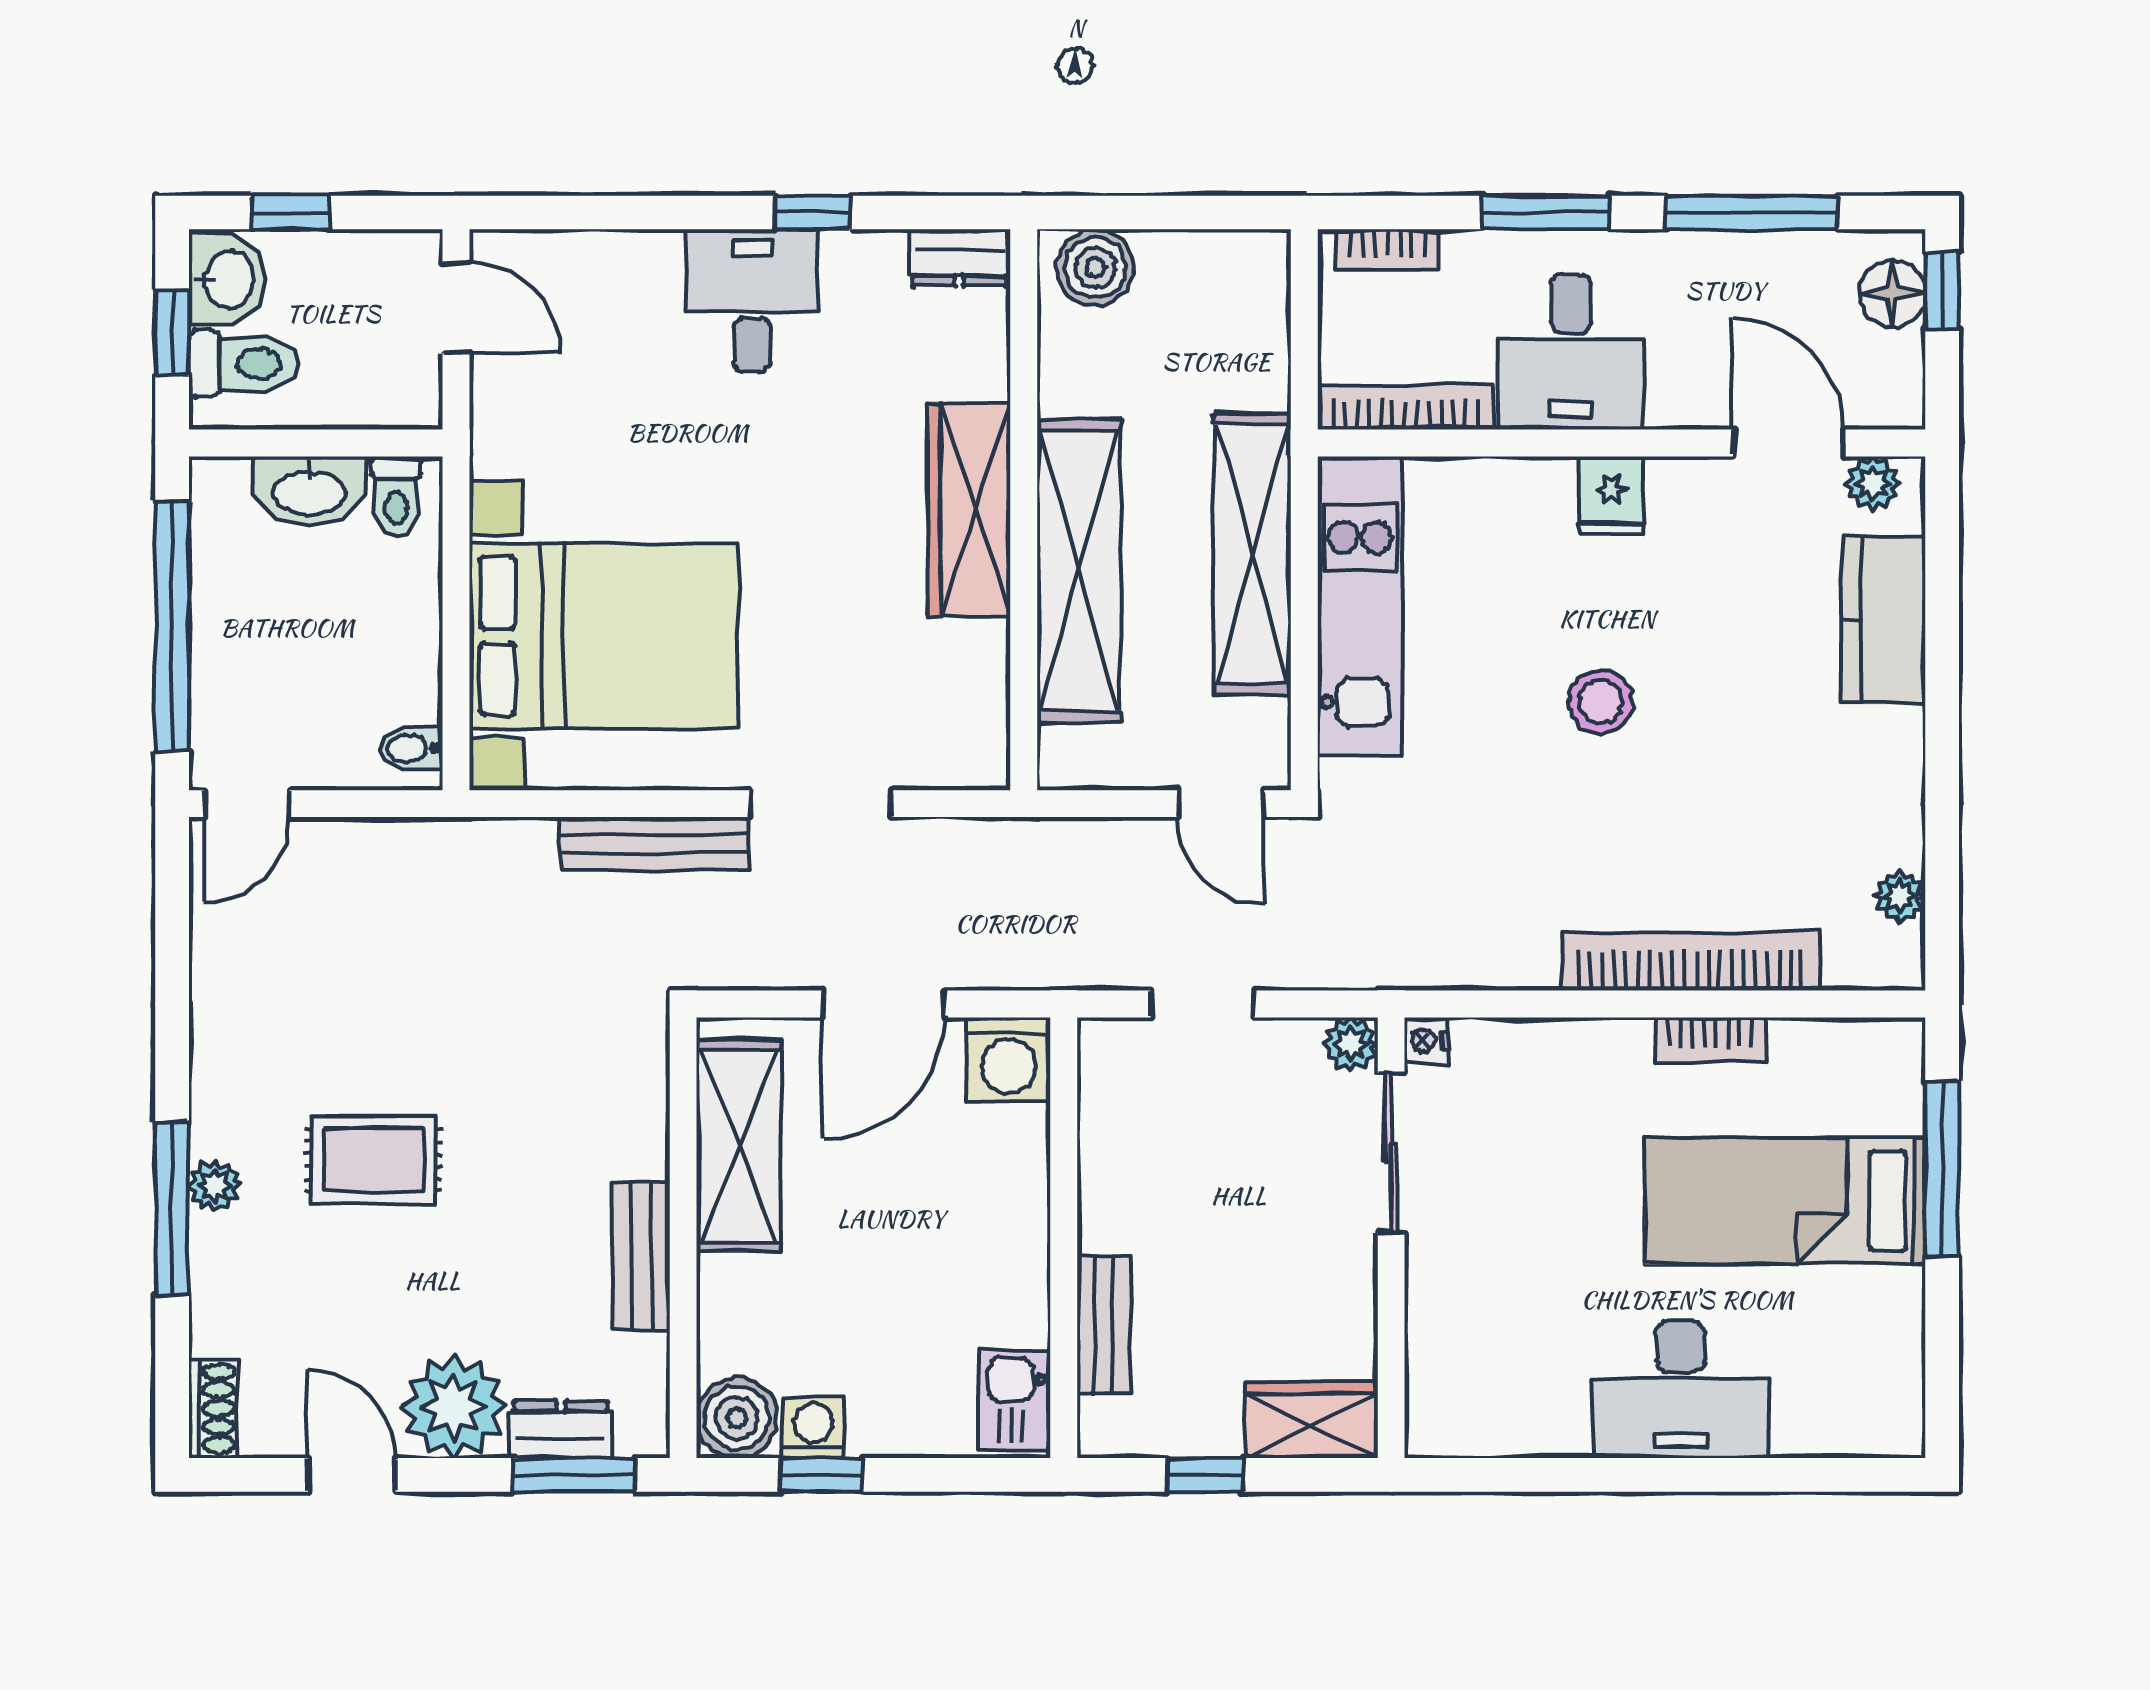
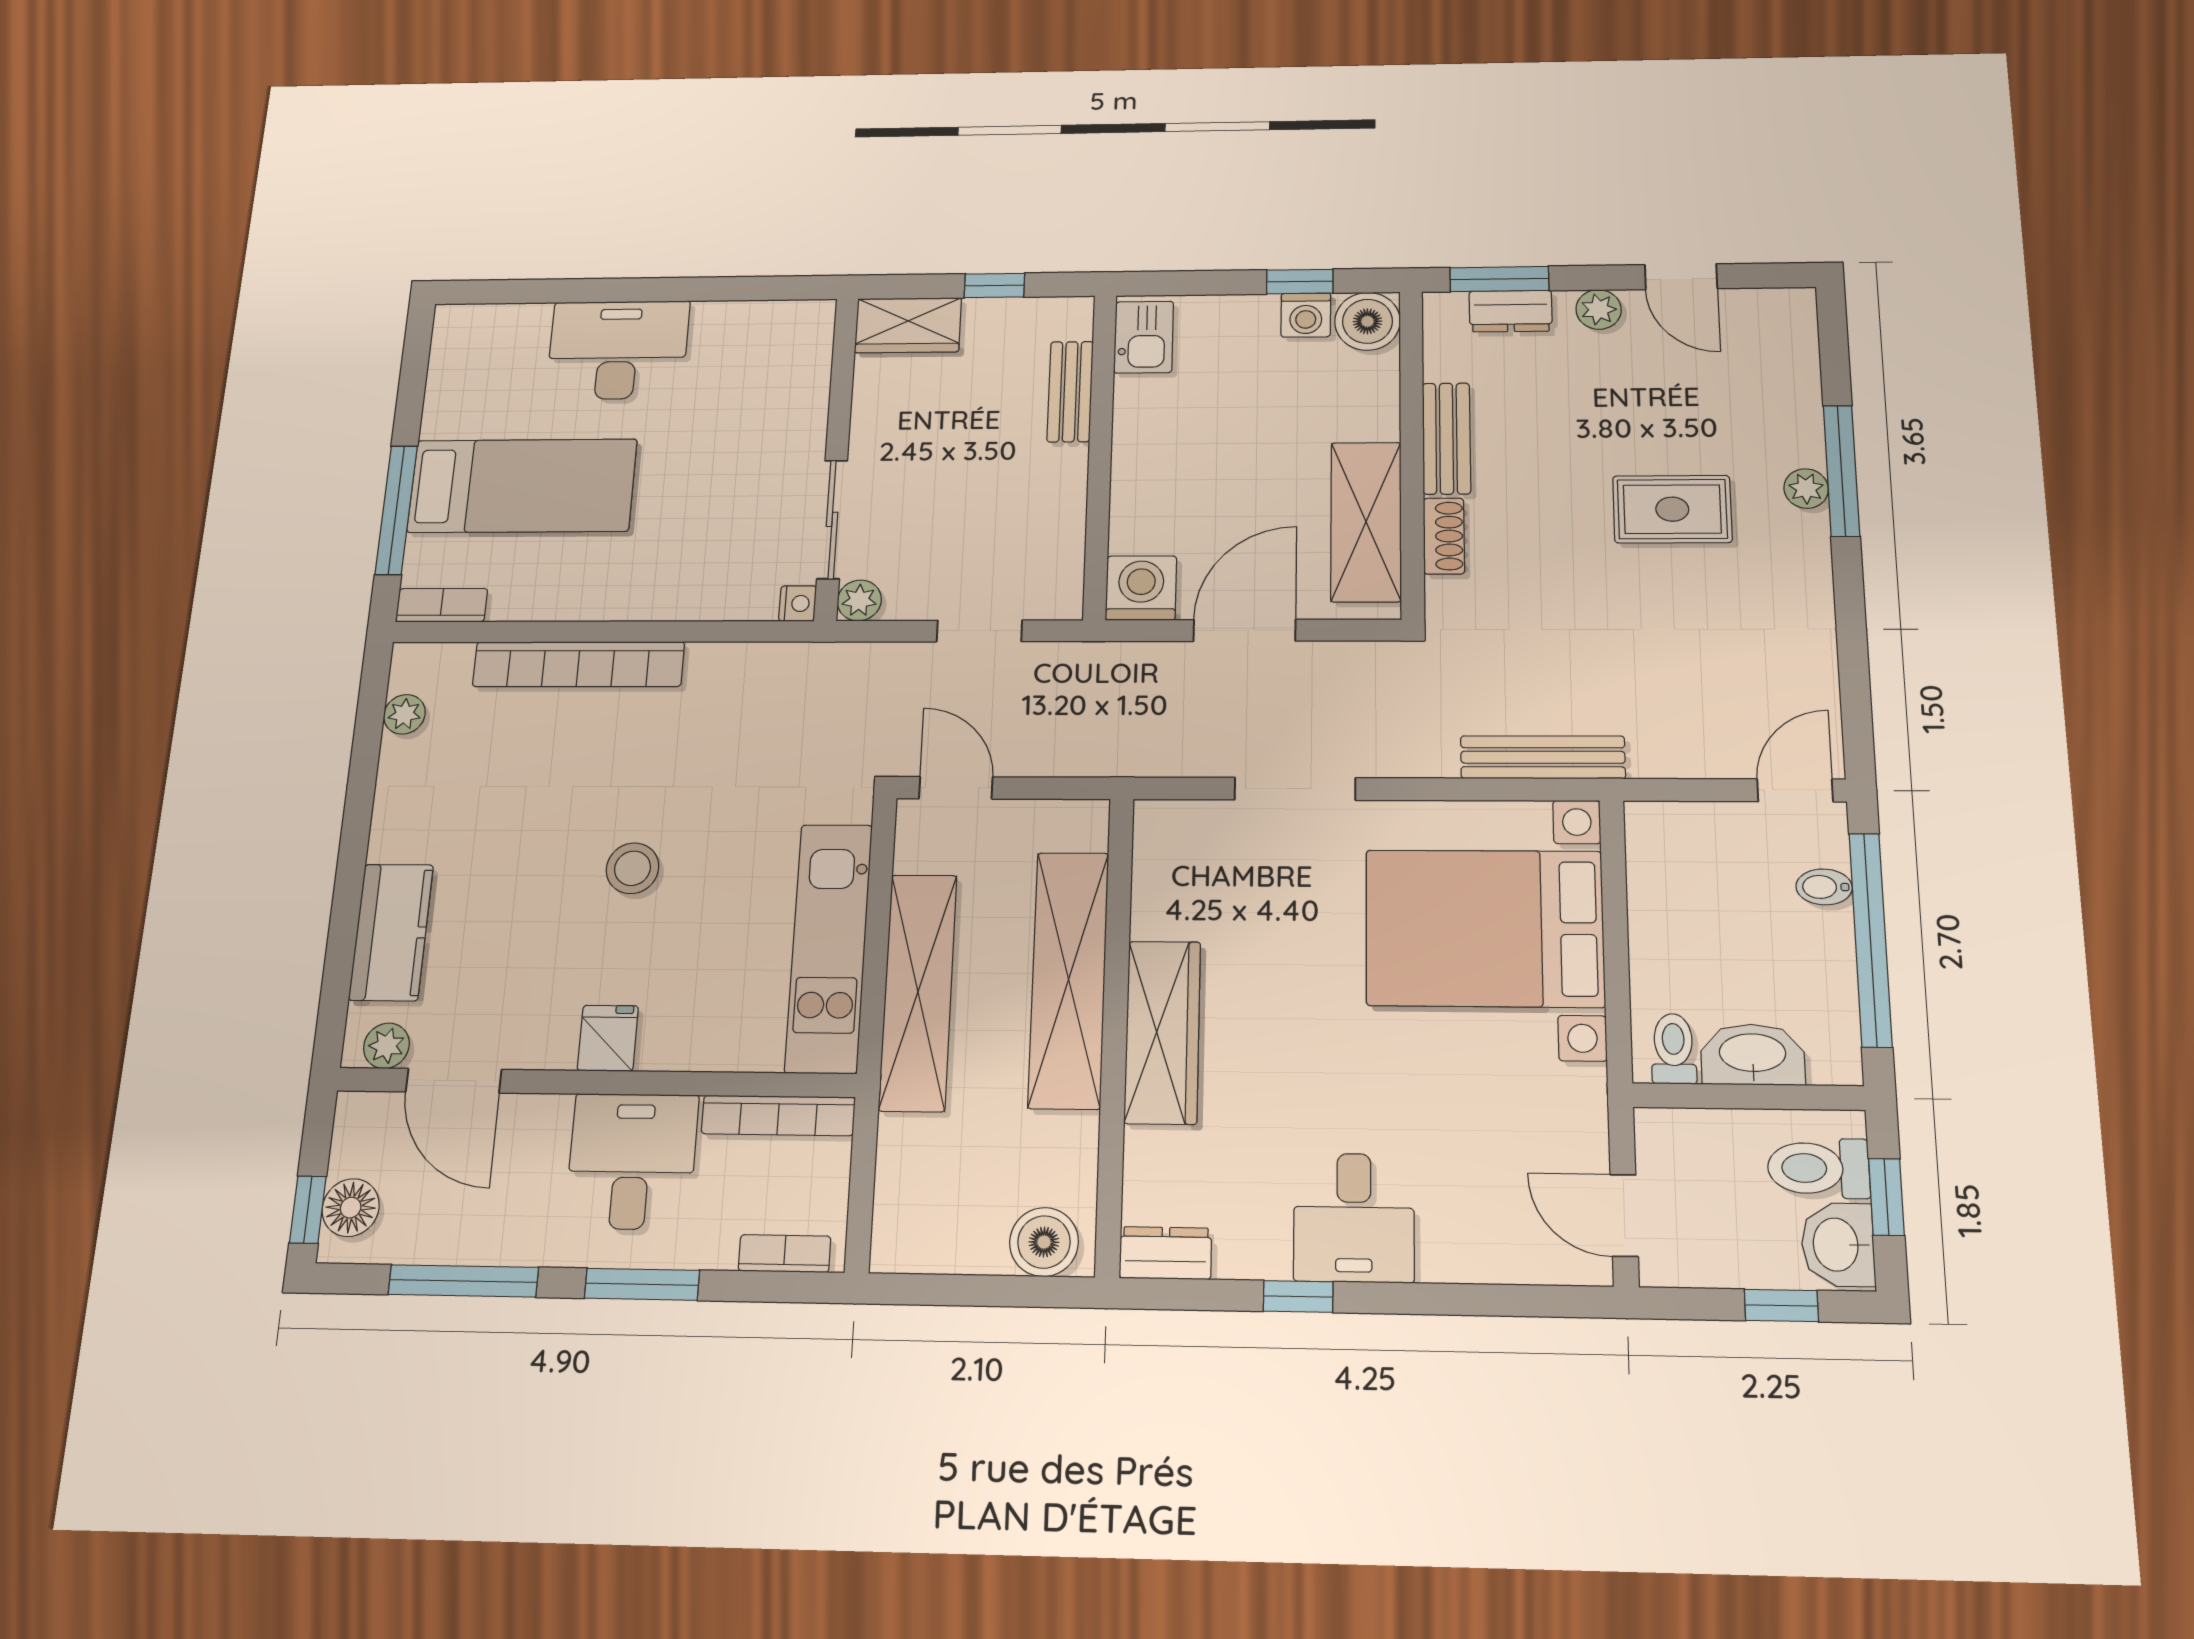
bidet: (411, 748) -> (1824, 887), moved, turned 180
bench: (655, 843) -> (1543, 757), moved
bookcase: (1710, 1040) -> (442, 605), moved
plant: (453, 1407) -> (1599, 309), width x0.53, depth x0.53
shoe rack: (213, 1408) -> (1444, 536), moved, turned 180

